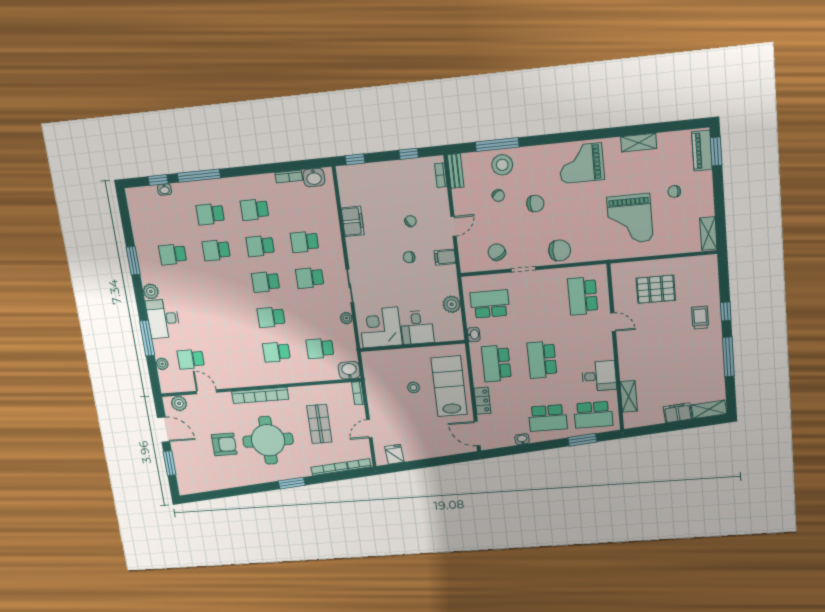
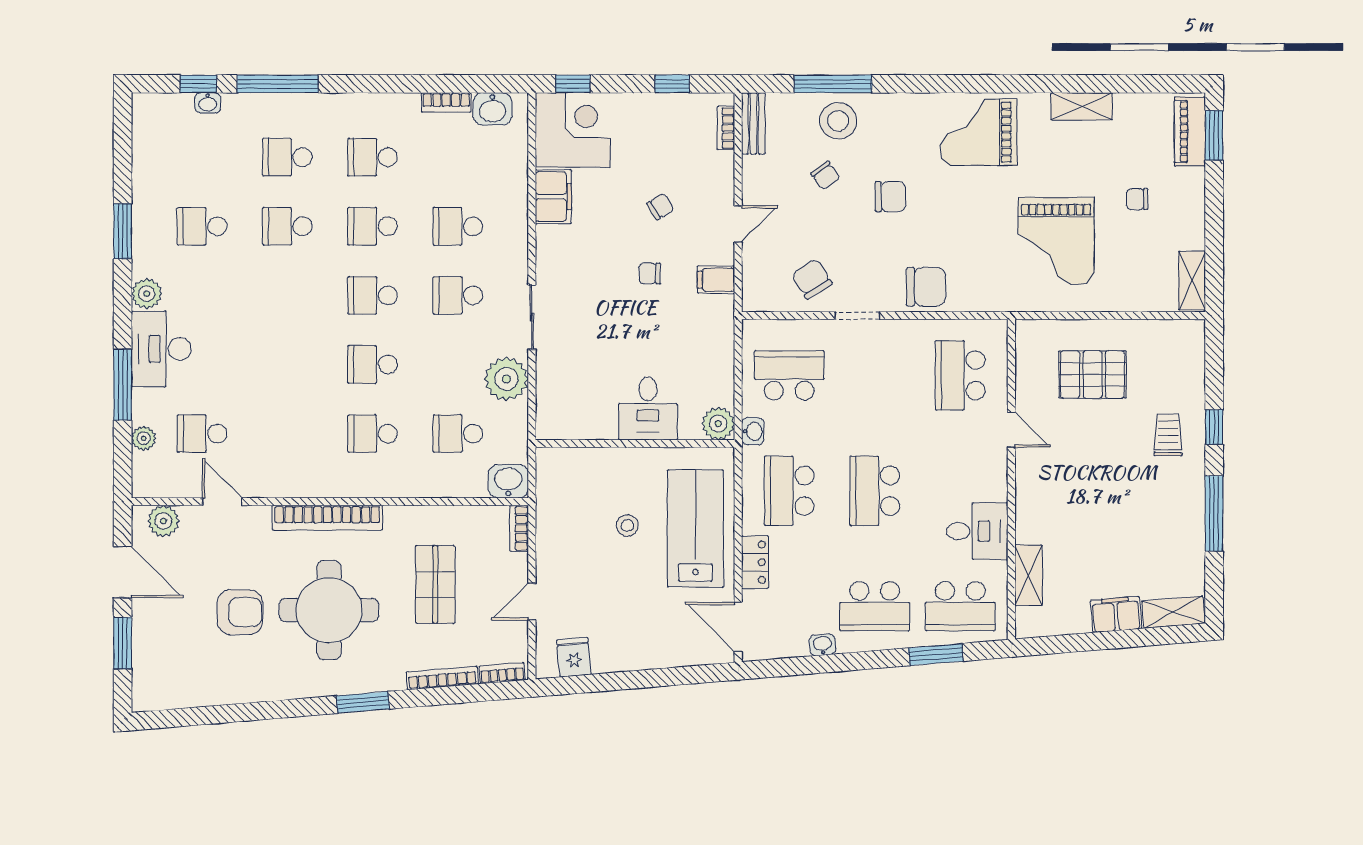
plant: (452, 304) -> (718, 424), moved
plant: (346, 318) -> (506, 379), width x1.88, depth x1.88
corner desk: (380, 328) -> (573, 130), moved, turned 90

